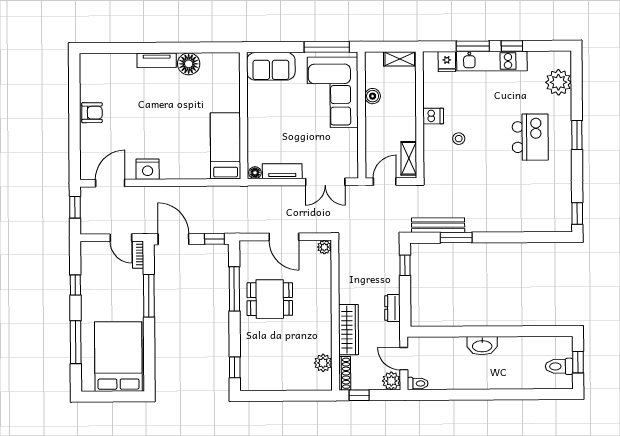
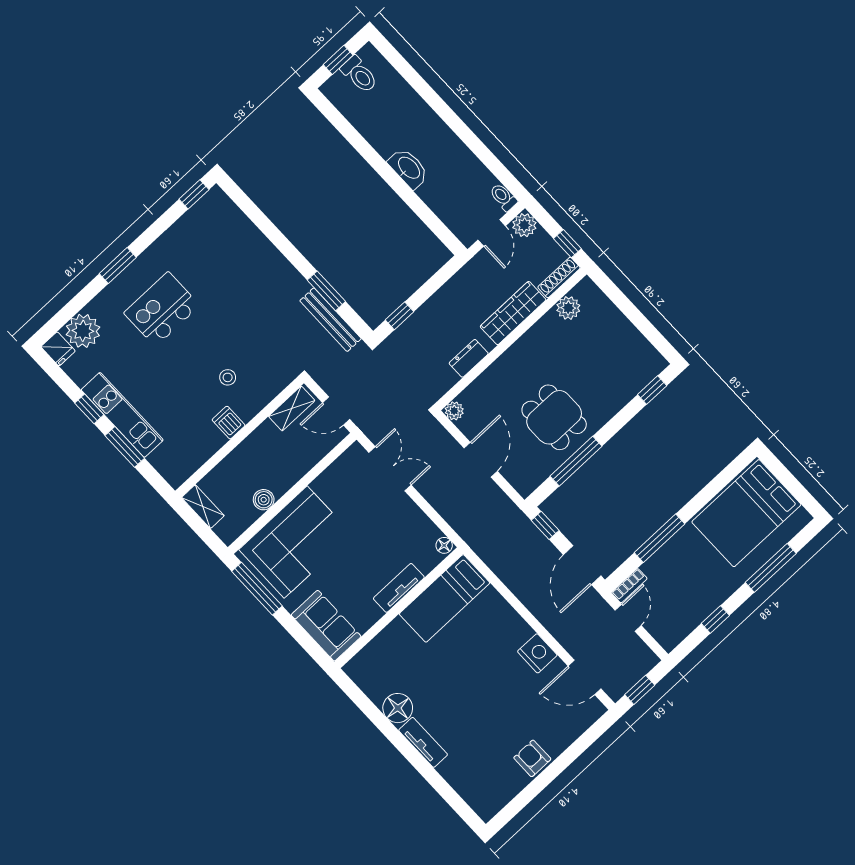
fridge: (447, 62) -> (58, 349), moved, turned 90
tv unit: (282, 171) -> (399, 588), moved, turned 90
dresser: (392, 308) -> (469, 358), moved, turned 180

